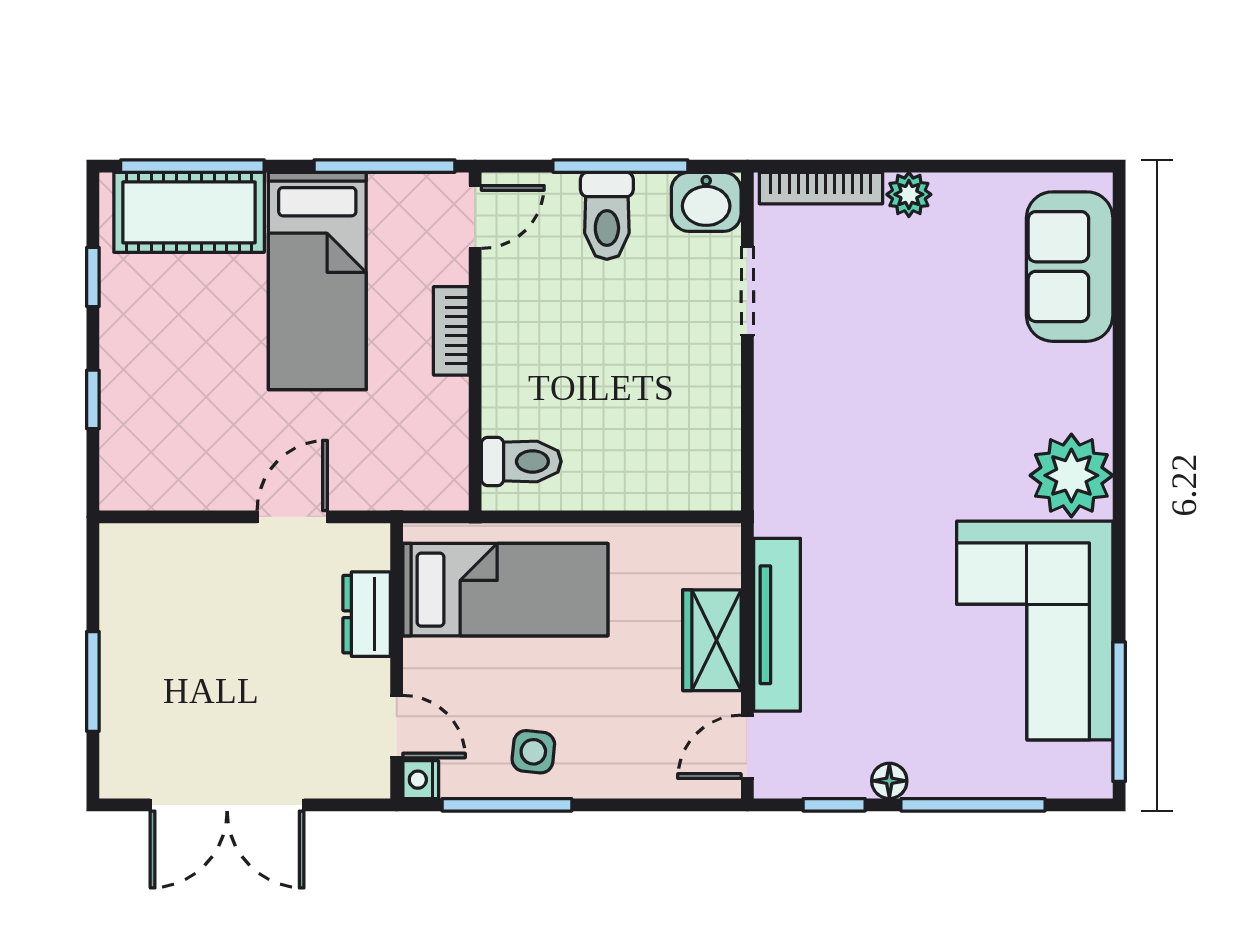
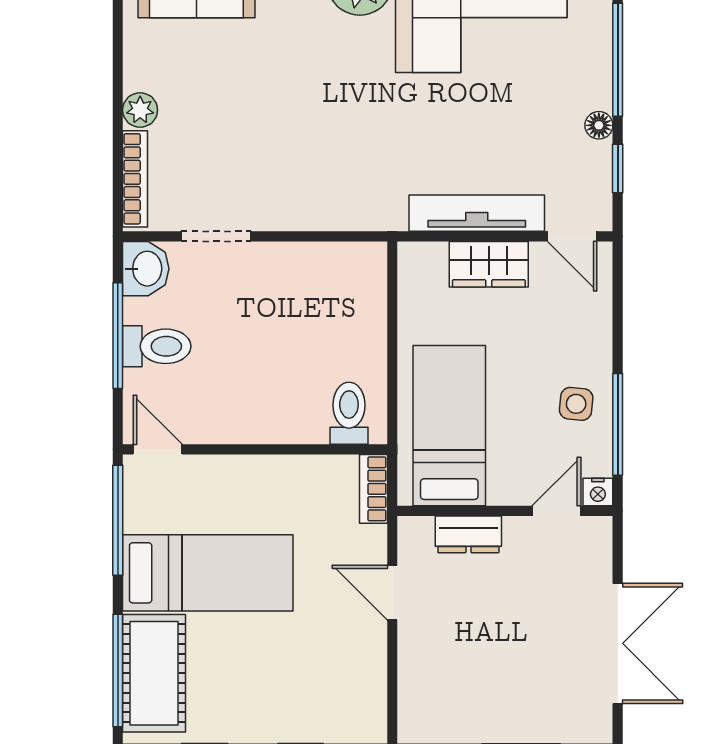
bookcase: (451, 331) -> (374, 489), moved, turned 90

